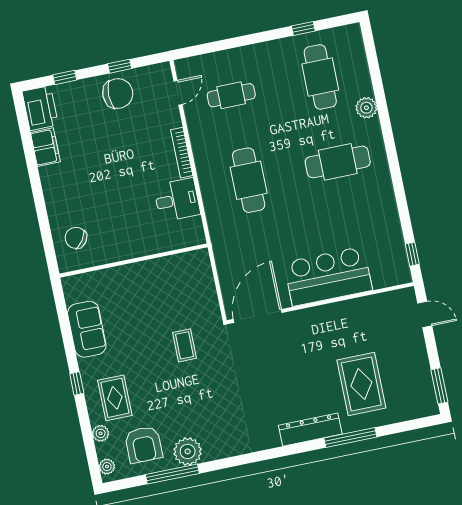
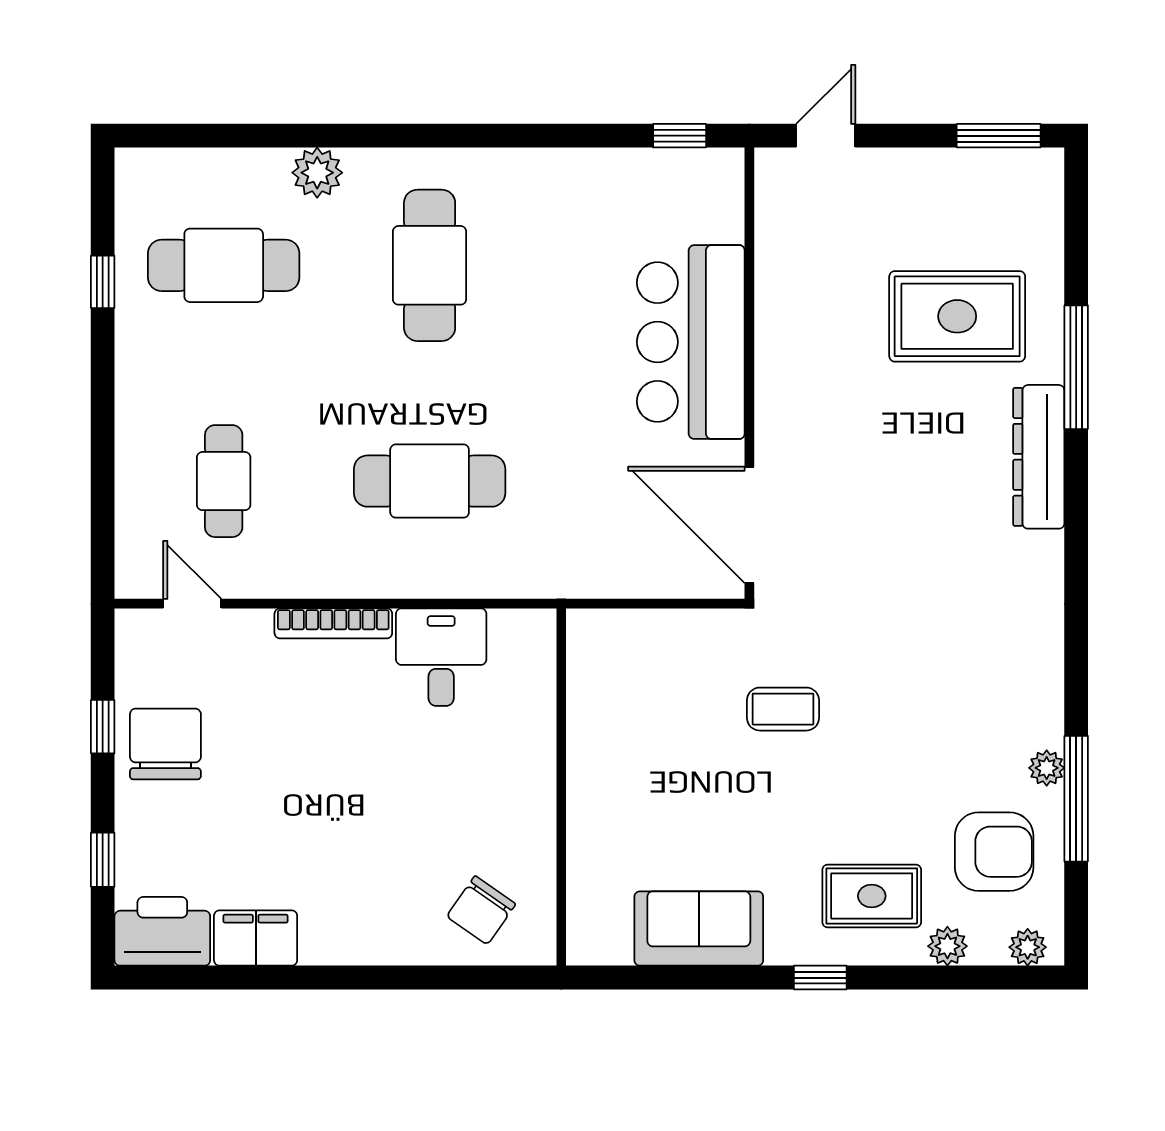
plant: (188, 451) -> (1047, 768), width x0.53, depth x0.53

